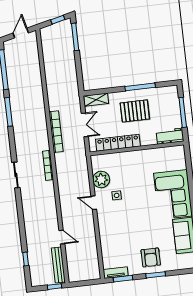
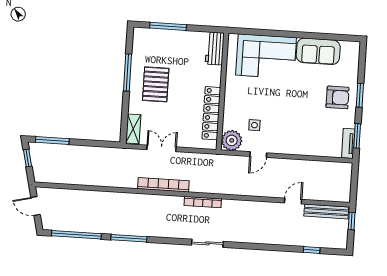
workbench: (170, 136) -> (215, 48), moved
locker: (118, 143) -> (211, 113), moved
wall: (137, 148) -> (222, 91), moved

